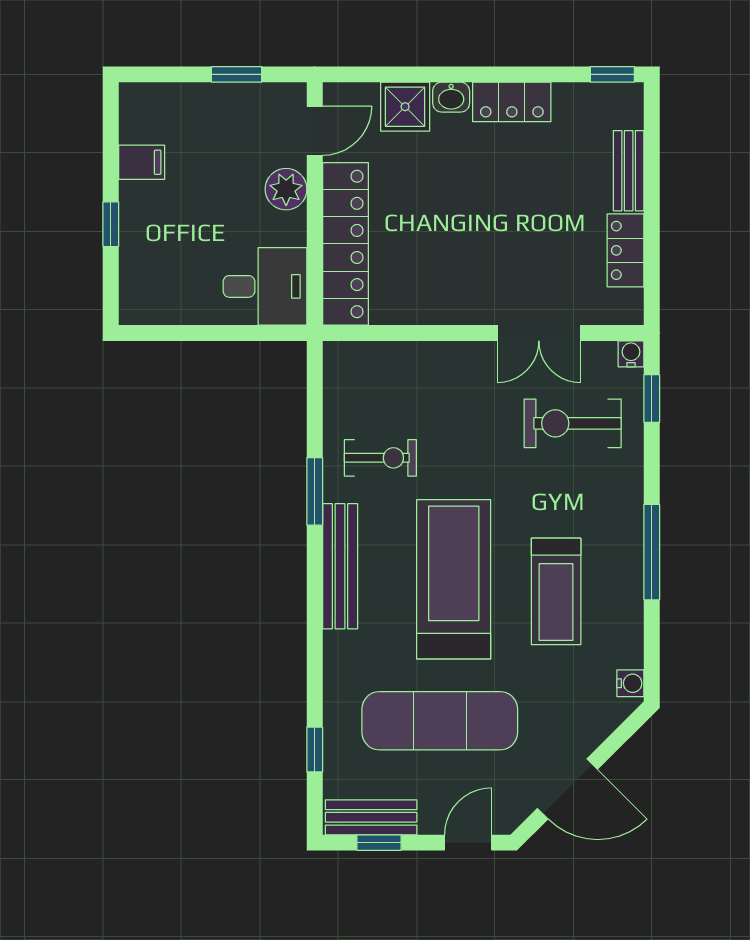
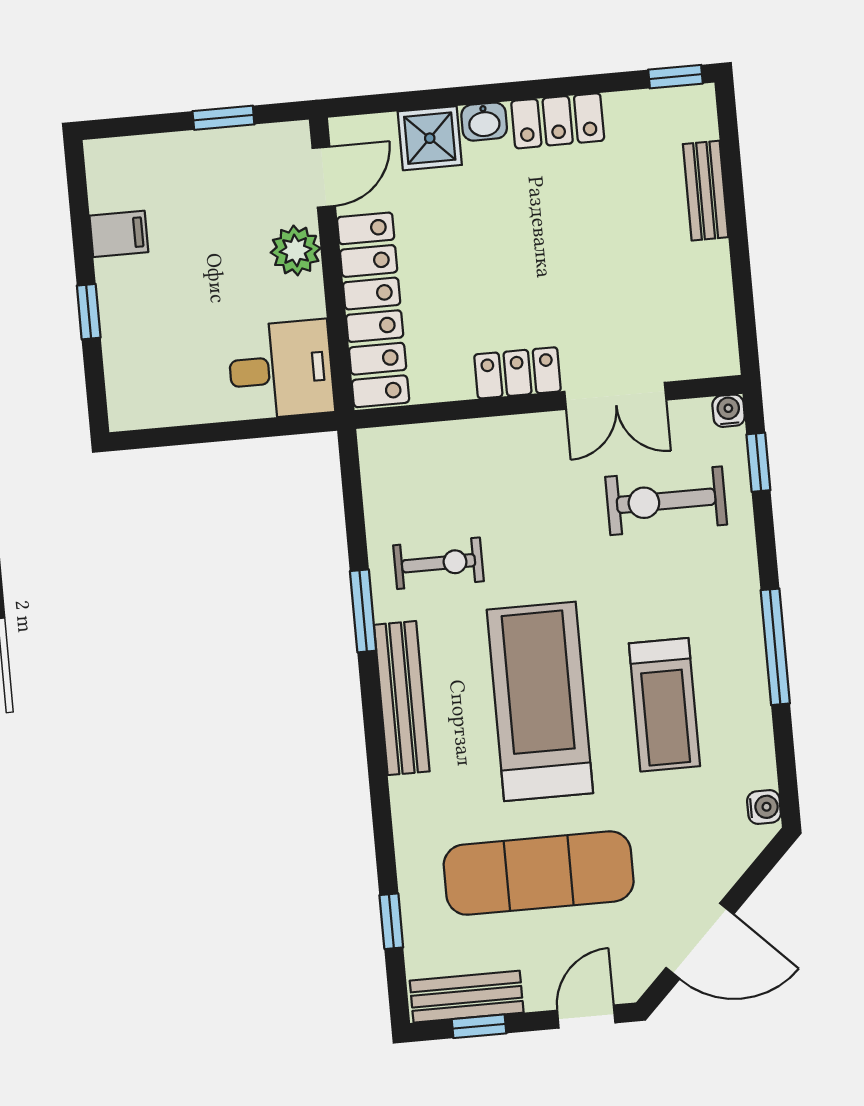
locker: (625, 250) -> (518, 373), moved, turned 90

